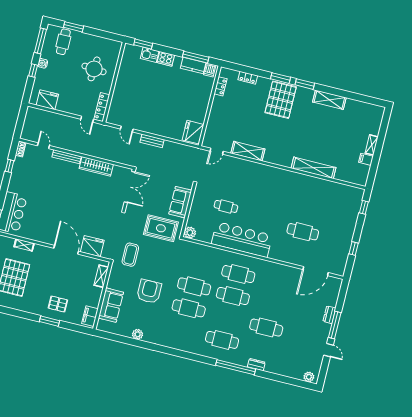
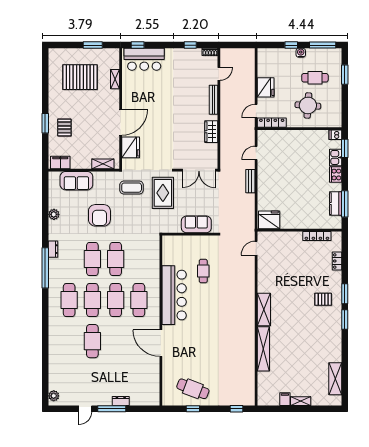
cafe table: (63, 42) -> (315, 78), moved
dishwasher: (210, 70) -> (335, 135), moved
locker: (221, 86) -> (317, 236), width x1.53
fridge: (47, 100) -> (266, 87), moved
pallet: (281, 100) -> (323, 299), width x0.49, depth x0.50
shelving: (329, 100) -> (335, 379), moved
door: (217, 151) -> (256, 248), hinge flipped
shelving: (248, 151) -> (264, 309), moved
wardrobe: (96, 166) -> (211, 132), width x0.67
rug: (161, 228) -> (163, 193), moved
cafe table: (303, 232) -> (193, 389), moved, turned -69
plant: (190, 233) -> (168, 242), removed
door: (316, 271) -> (161, 343), moved
armchair: (149, 291) -> (99, 215), turned 90
cafe table: (227, 318) -> (92, 300), added
dresser: (256, 365) -> (53, 249), moved
window: (236, 367) -> (45, 268), moved

